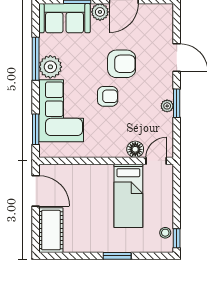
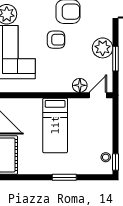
window: (177, 103) -> (116, 59), moved
plant: (167, 106) -> (103, 48), width x1.87, depth x1.87
bed: (128, 196) -> (55, 125), moved

